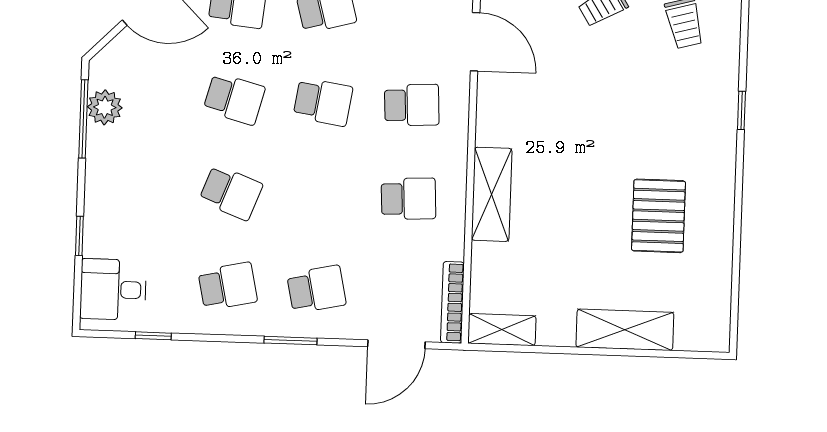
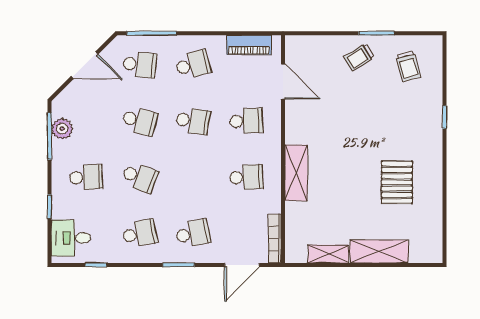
school desk: (142, 189) -> (86, 177), added
shelving: (502, 330) -> (328, 254), moved

